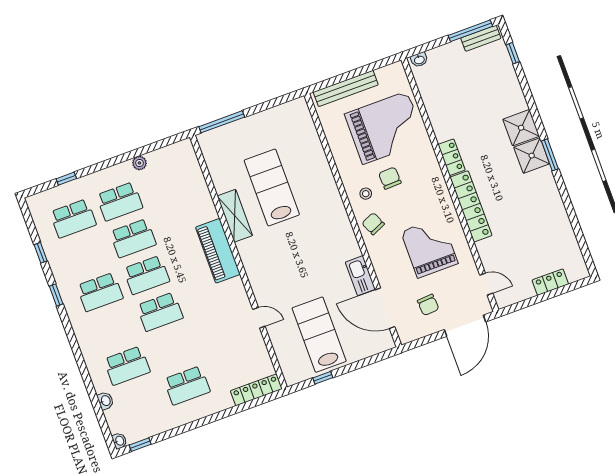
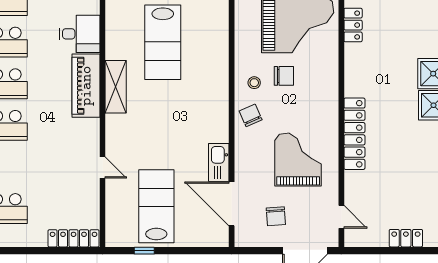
locker: (452, 157) -> (353, 25), moved
chair: (390, 178) -> (284, 76), turned 92
lab bench: (272, 187) -> (163, 42), turned 180
desk: (195, 207) -> (80, 34), added
shelving: (235, 216) -> (116, 87), moved

